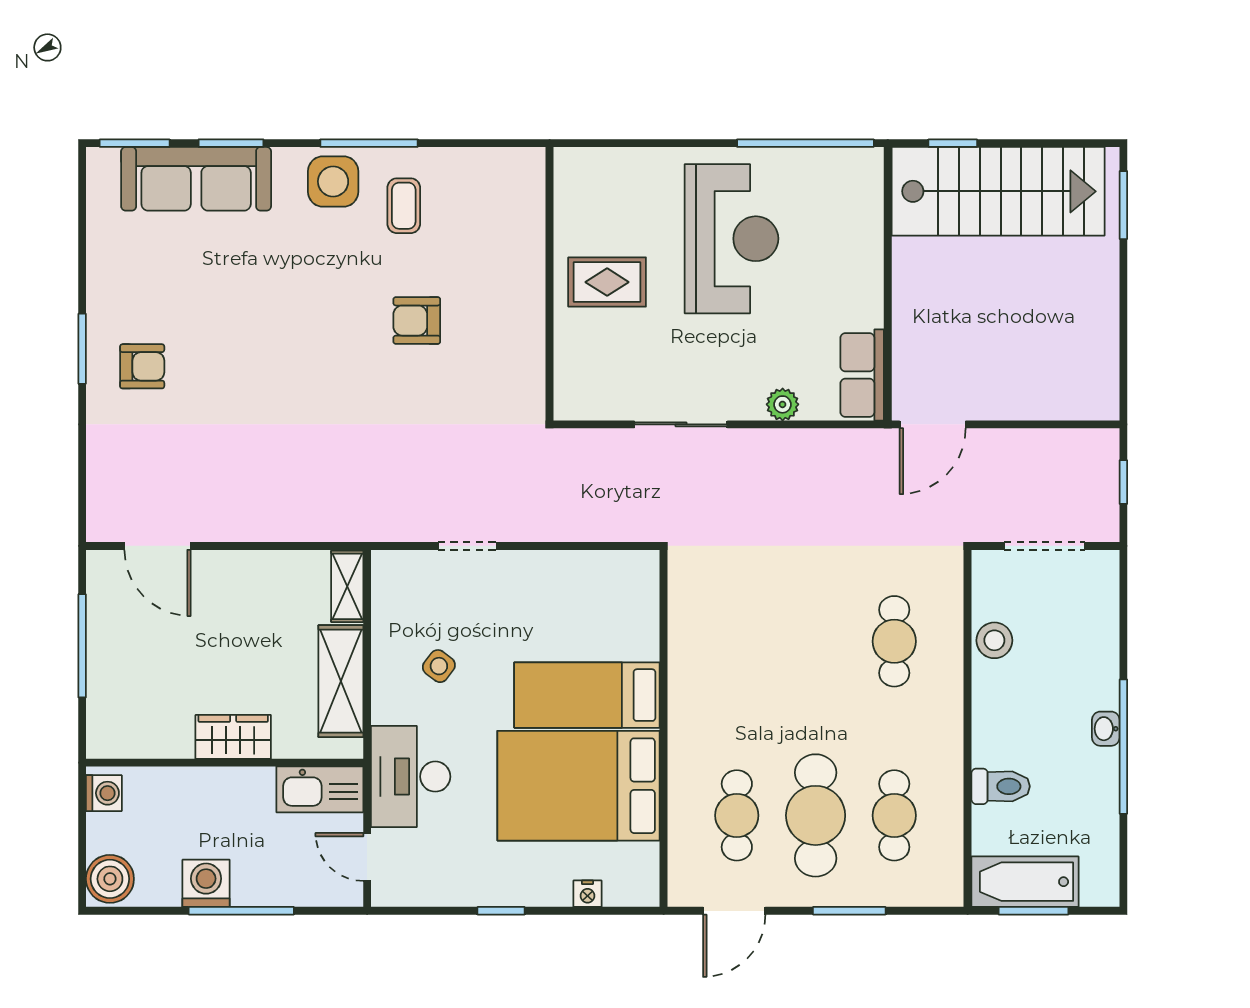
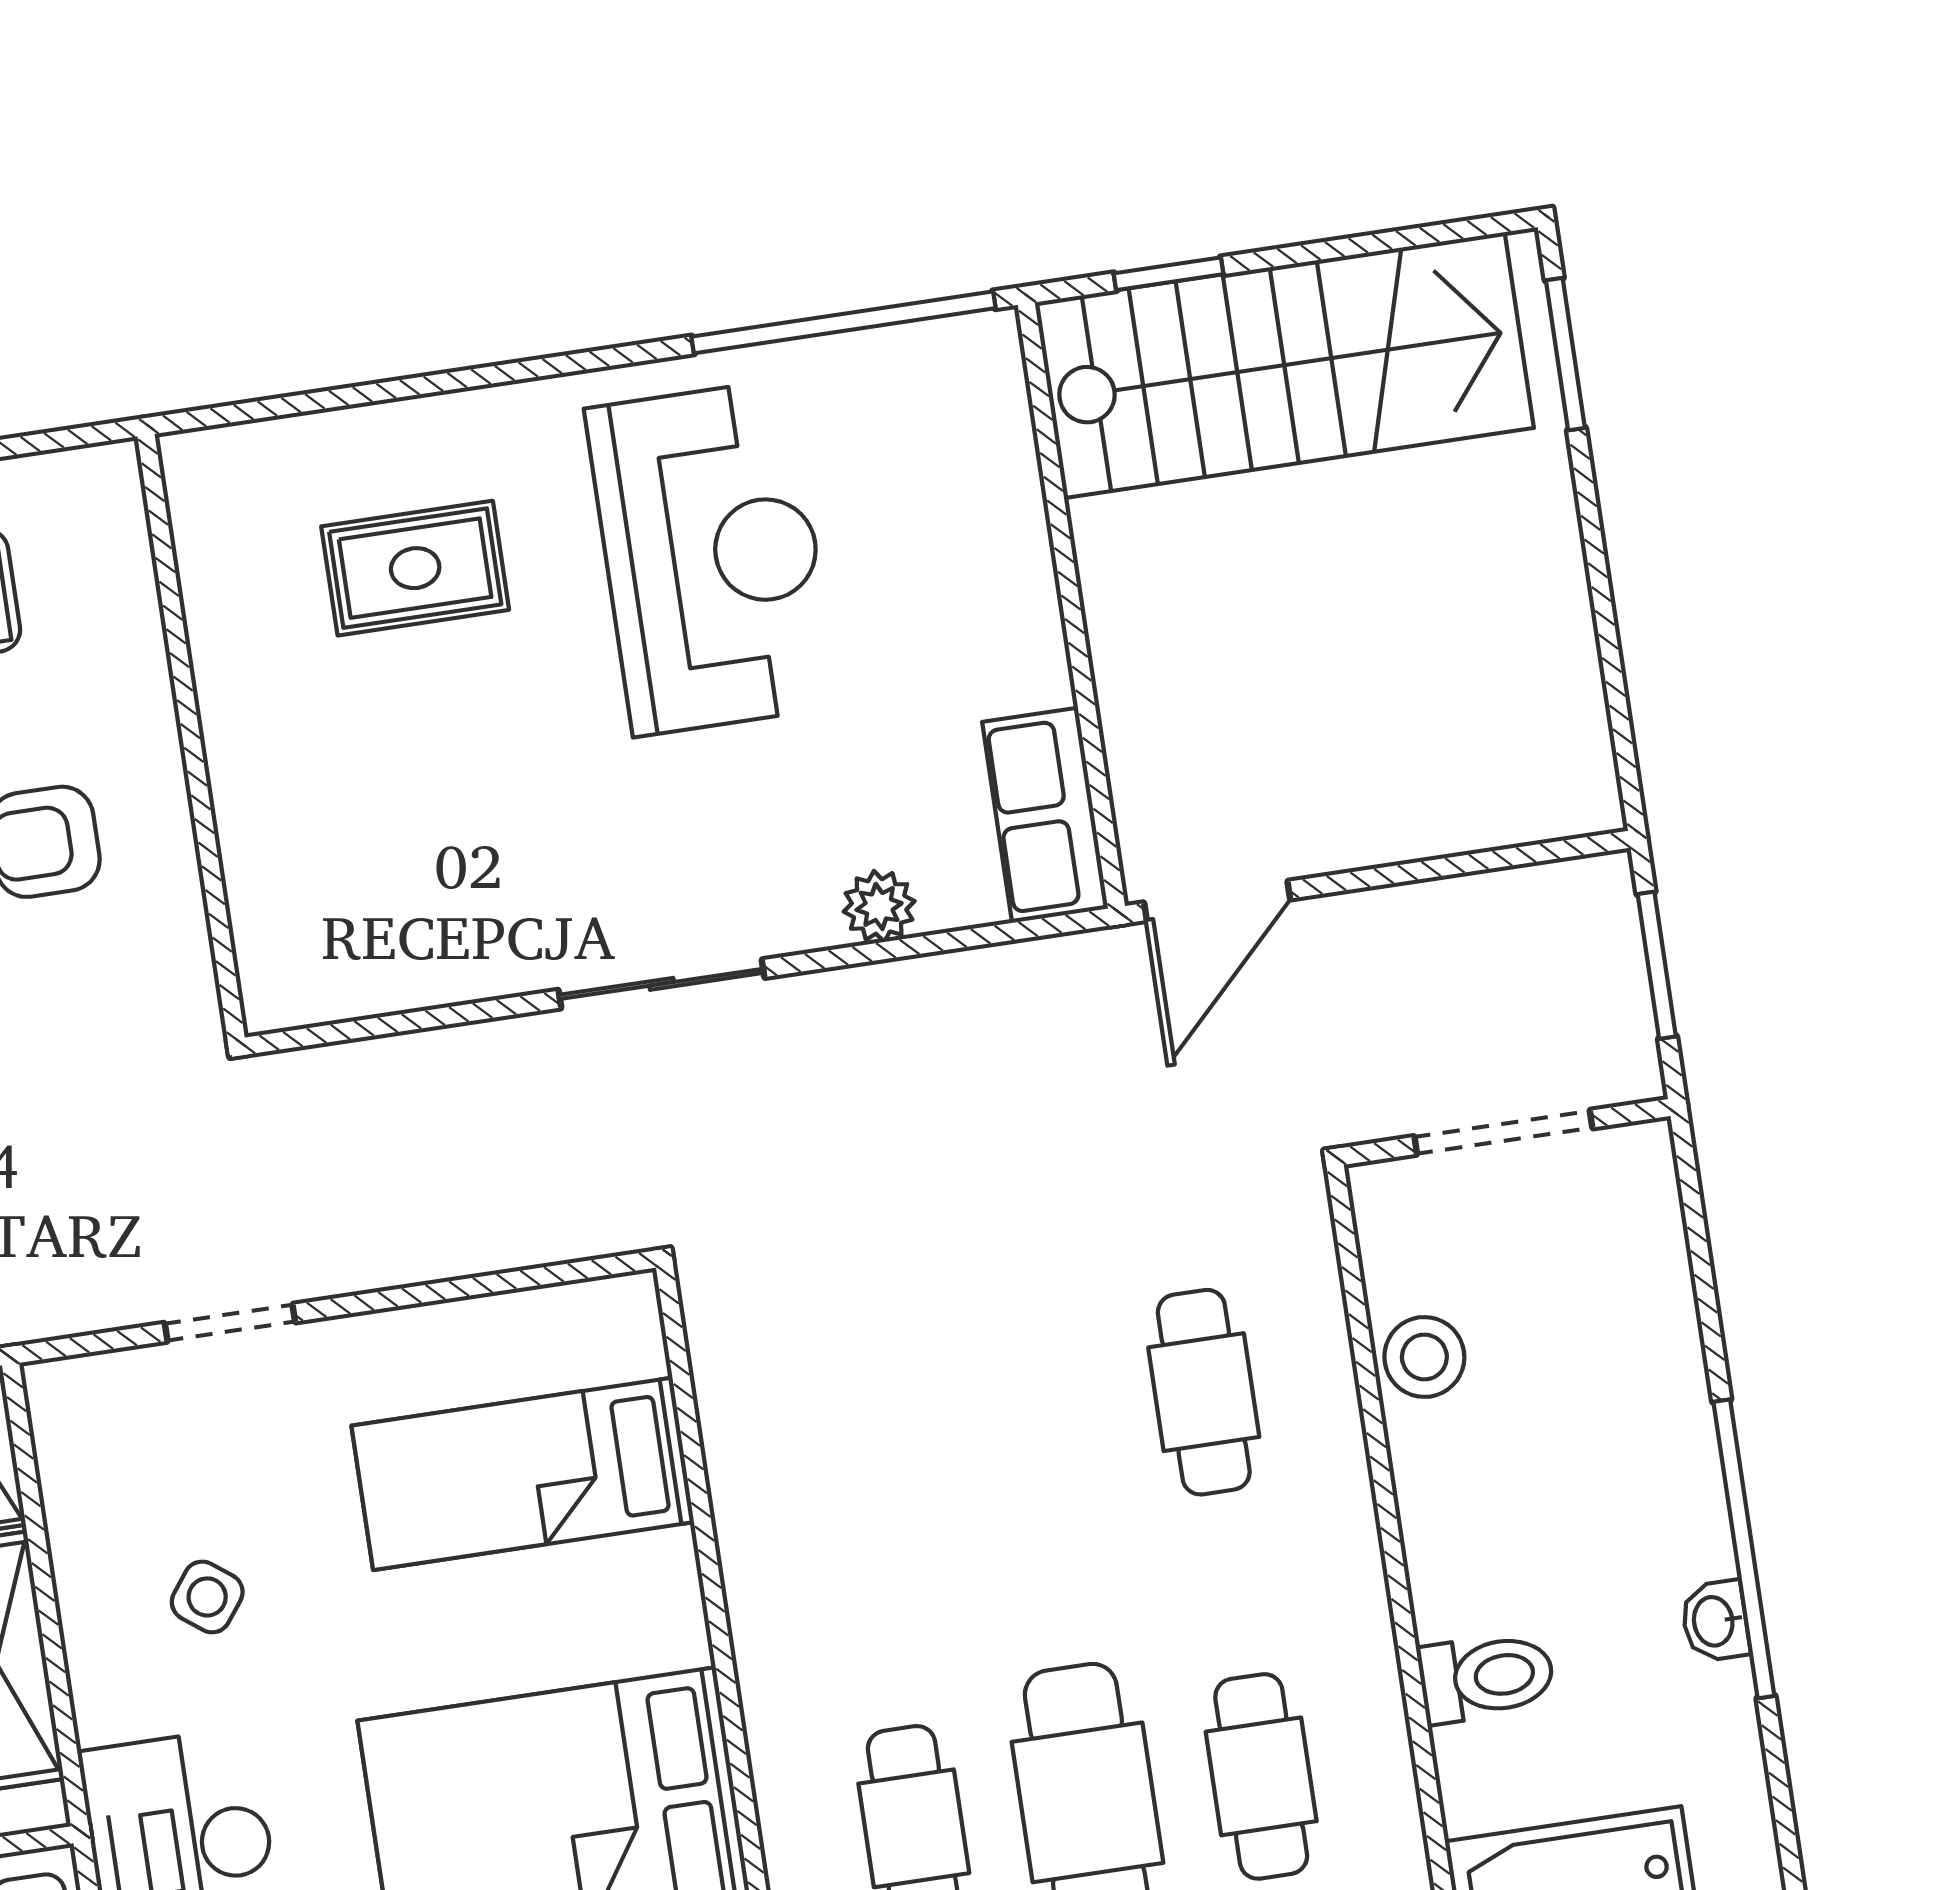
rug: (607, 282) -> (415, 568), moved
wall: (550, 284) -> (191, 737), moved
window: (1123, 482) -> (1657, 965), width x1.50
bed: (587, 695) -> (523, 1474), moved
washbasin: (1106, 729) -> (1715, 1621), moved

